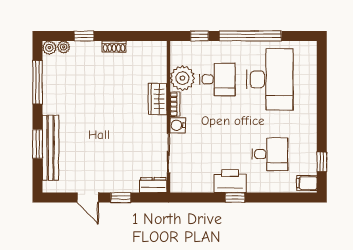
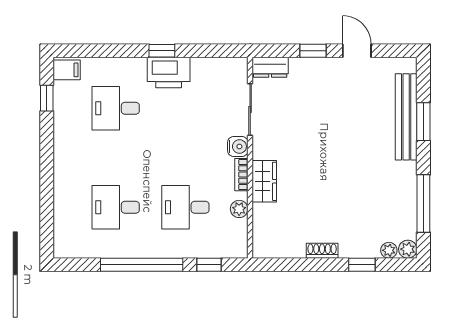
plant: (182, 78) -> (239, 209), width x0.53, depth x0.53
desk: (270, 79) -> (116, 207), width x0.53, depth x0.77

